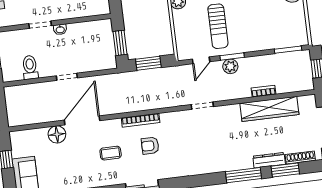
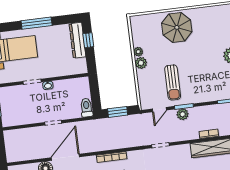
window: (120, 43) -> (95, 96), removed
toilet: (30, 67) -> (86, 108), moved

